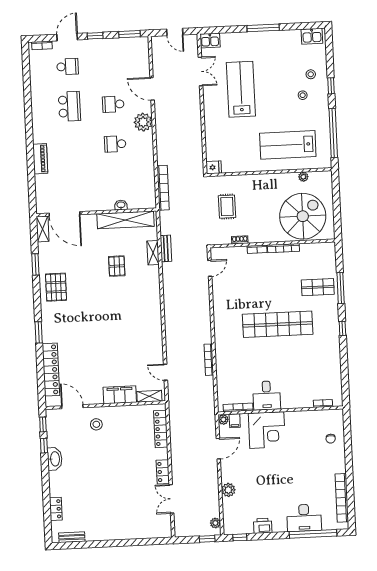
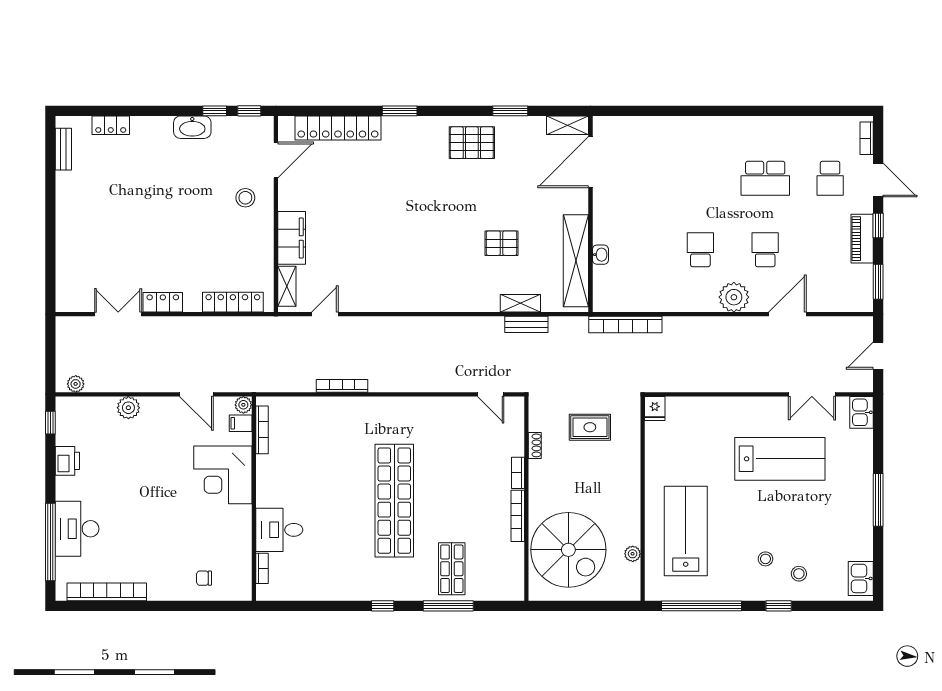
piano: (40, 159) -> (862, 239), moved, turned 90
desk: (267, 395) -> (279, 530), moved
window: (207, 539) -> (50, 369), removed

